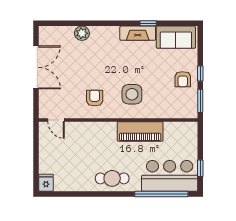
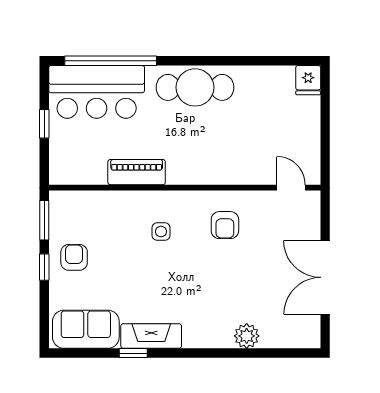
side table: (132, 94) -> (161, 232), width x0.54, depth x0.54
piano: (140, 131) -> (137, 172), width x0.73, depth x0.75
window: (200, 168) -> (44, 124), moved
cafe table: (112, 178) -> (195, 87), width x1.37, depth x1.35

